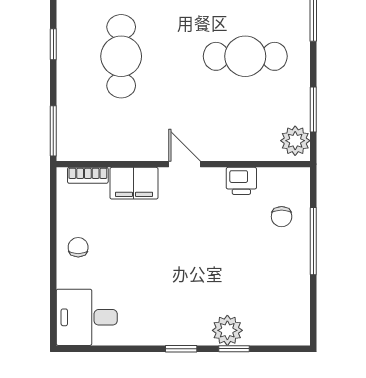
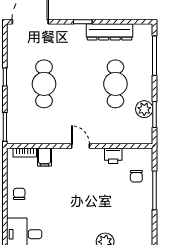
cafe table: (245, 56) -> (115, 84), turned 90
plant: (295, 141) -> (144, 109), moved
filing cabinet: (134, 183) -> (44, 157), width x0.50

